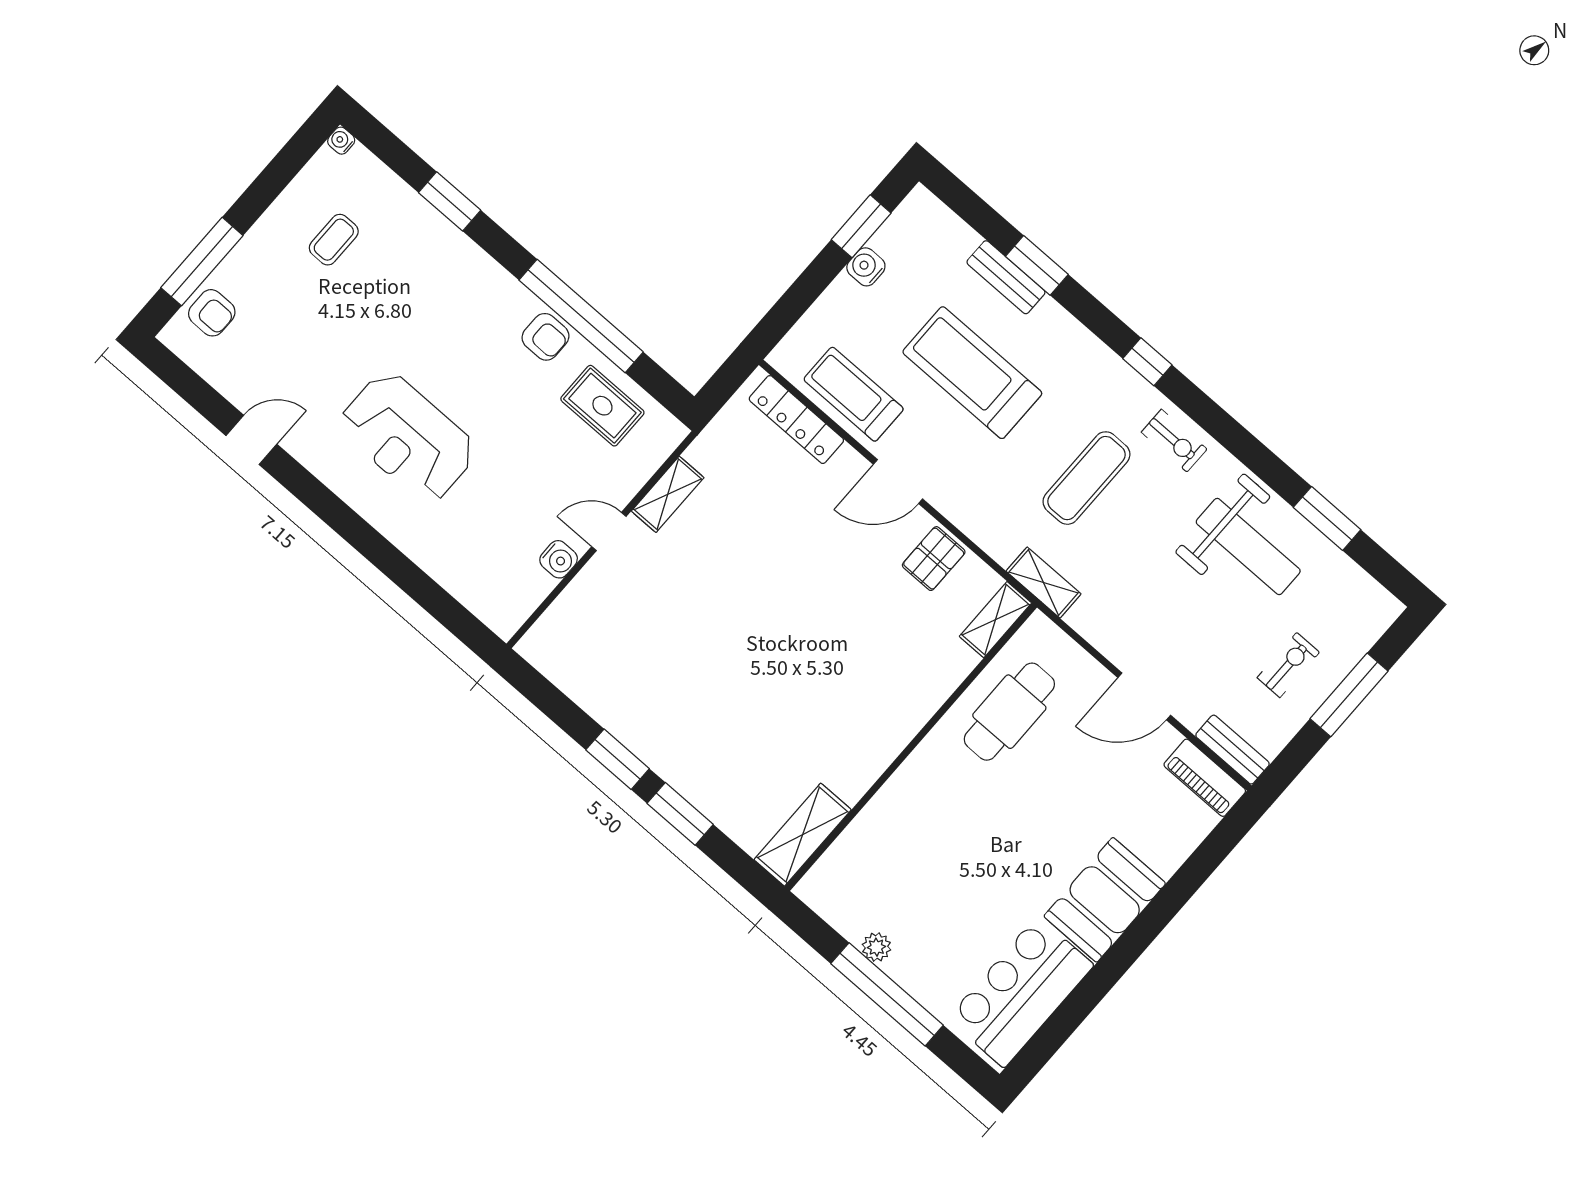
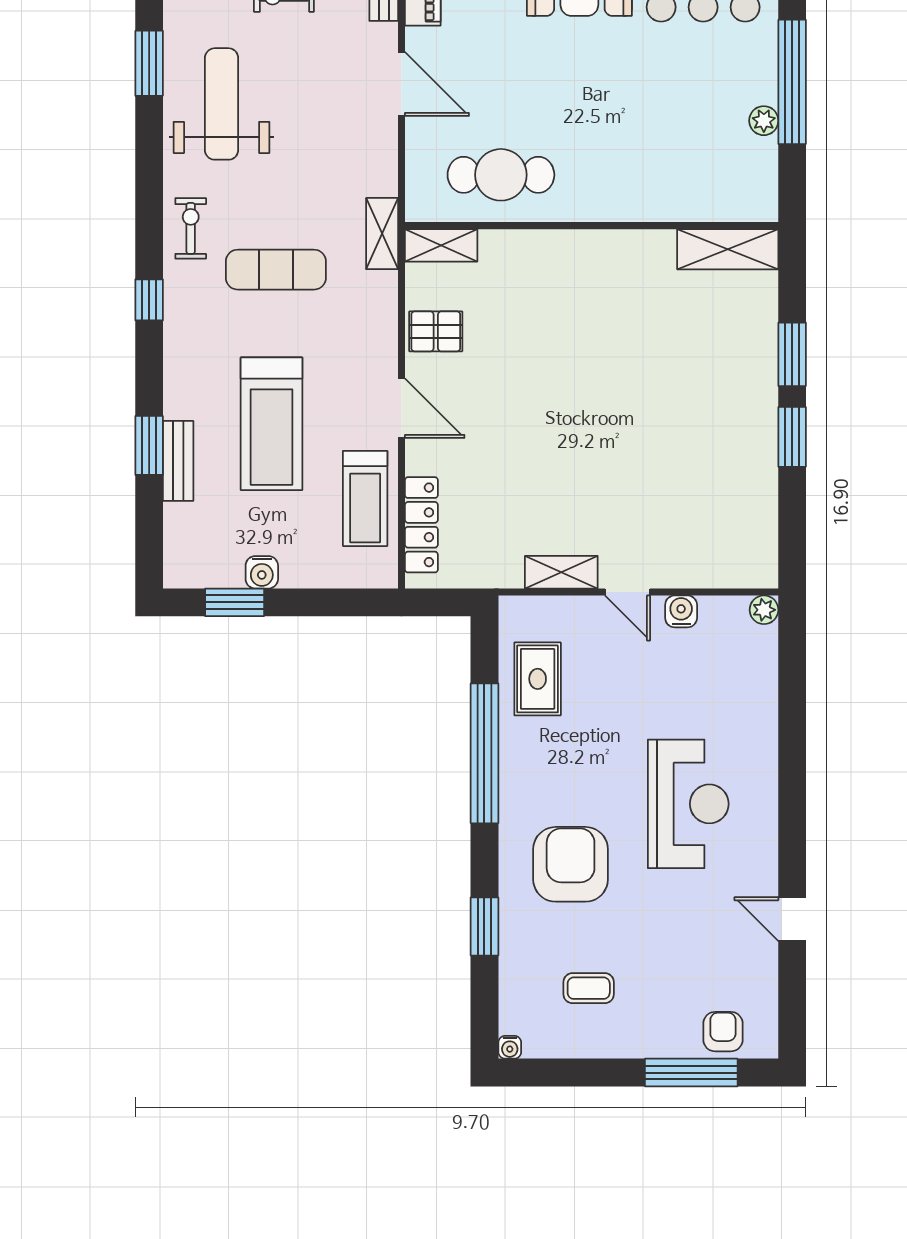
armchair: (545, 337) -> (571, 864), moved, width x1.88, depth x1.88
plant: (505, 623) -> (764, 610), added

